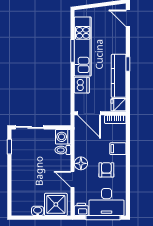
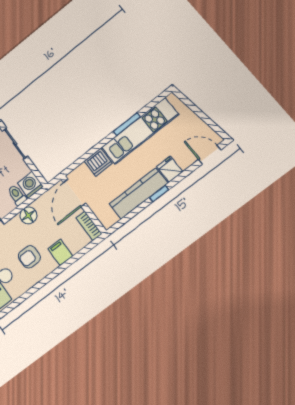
door: (128, 18) -> (210, 155), hinge flipped
fridge: (118, 105) -> (170, 169), moved
floor lamp: (81, 163) -> (28, 215), moved
armchair: (106, 170) -> (29, 257), turned 180

